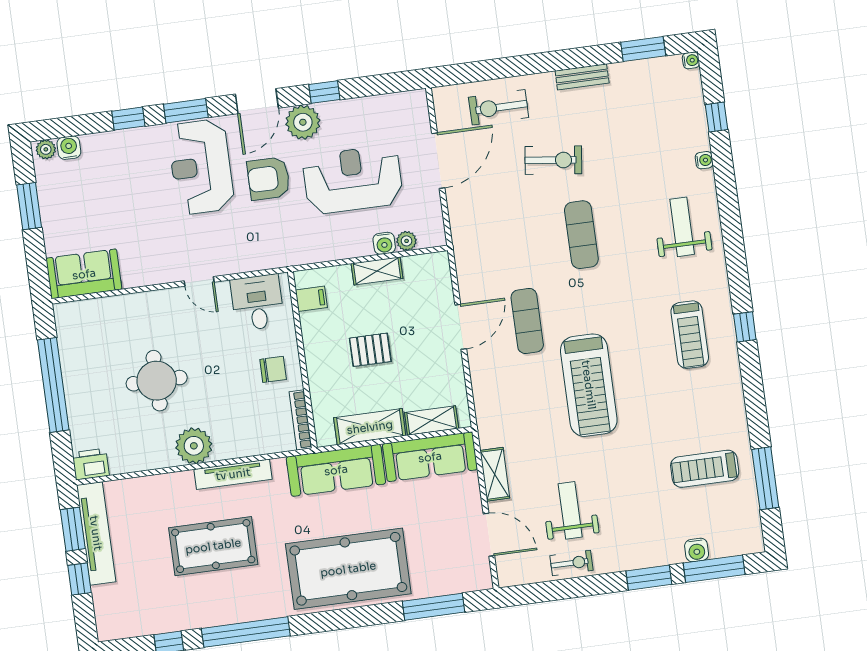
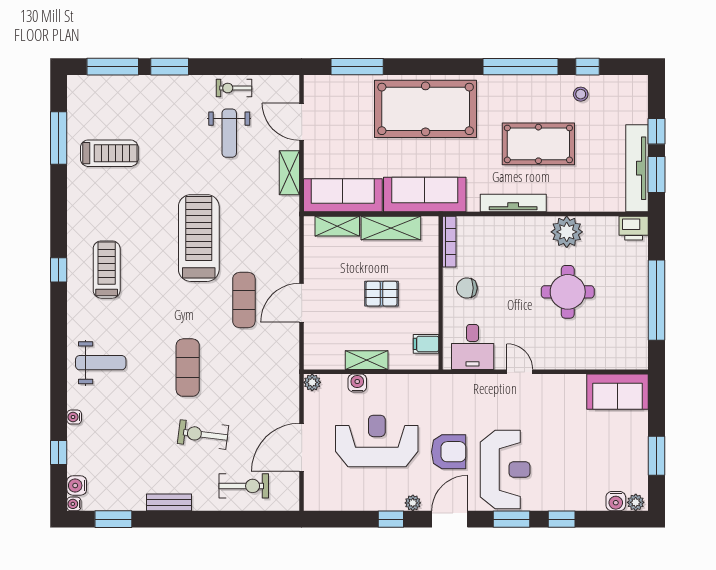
plant: (303, 122) -> (413, 503), width x0.53, depth x0.53
reception desk: (353, 180) -> (377, 441), turned 180
weight bench: (682, 227) -> (101, 363), turned -90
plant: (407, 241) -> (312, 382), moved
plant: (194, 446) -> (567, 232), moved
water cooler: (697, 550) -> (77, 485), moved, turned -90
stool: (172, 610) -> (581, 94), added

